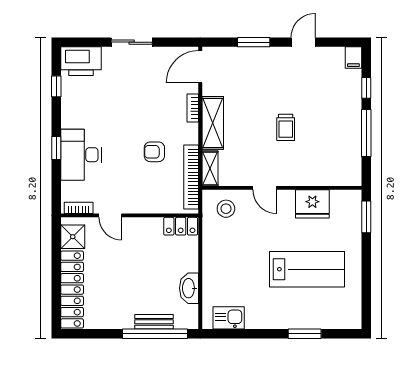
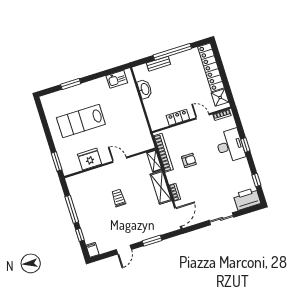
stool: (226, 209) -> (138, 141), removed
locker: (181, 226) -> (178, 117), moved
window: (155, 334) -> (172, 52), moved

